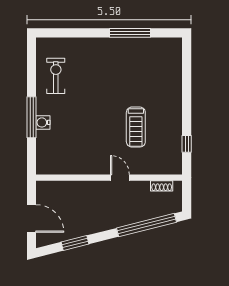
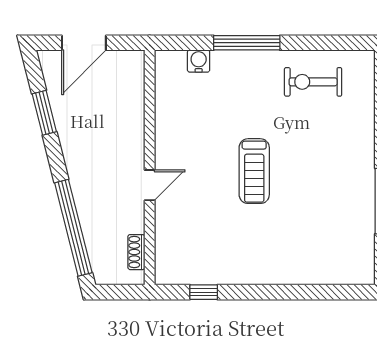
exercise bike: (56, 76) -> (313, 82), turned 180
water cooler: (43, 122) -> (199, 61), moved
treadmill: (136, 127) -> (254, 171), moved, turned -90

